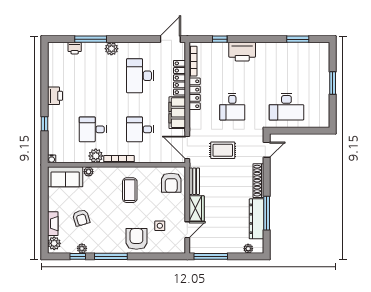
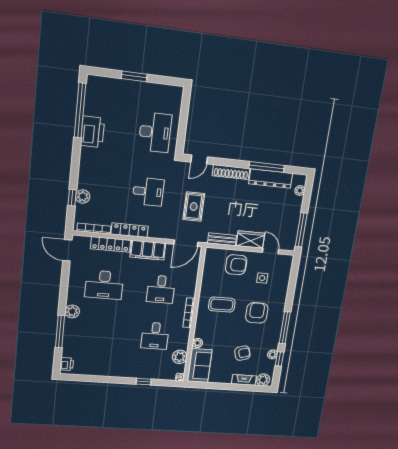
window: (298, 39) -> (80, 110), width x2.11
printer: (75, 48) -> (67, 364), moved
plant: (222, 48) -> (83, 196), added
printer: (242, 52) -> (92, 132), moved
printer: (55, 96) -> (116, 370), removed
door: (267, 150) -> (199, 159), swing flipped
plant: (96, 156) -> (180, 357), moved
armchair: (171, 183) -> (236, 265), moved
armchair: (136, 239) -> (257, 313), moved, turned 90

